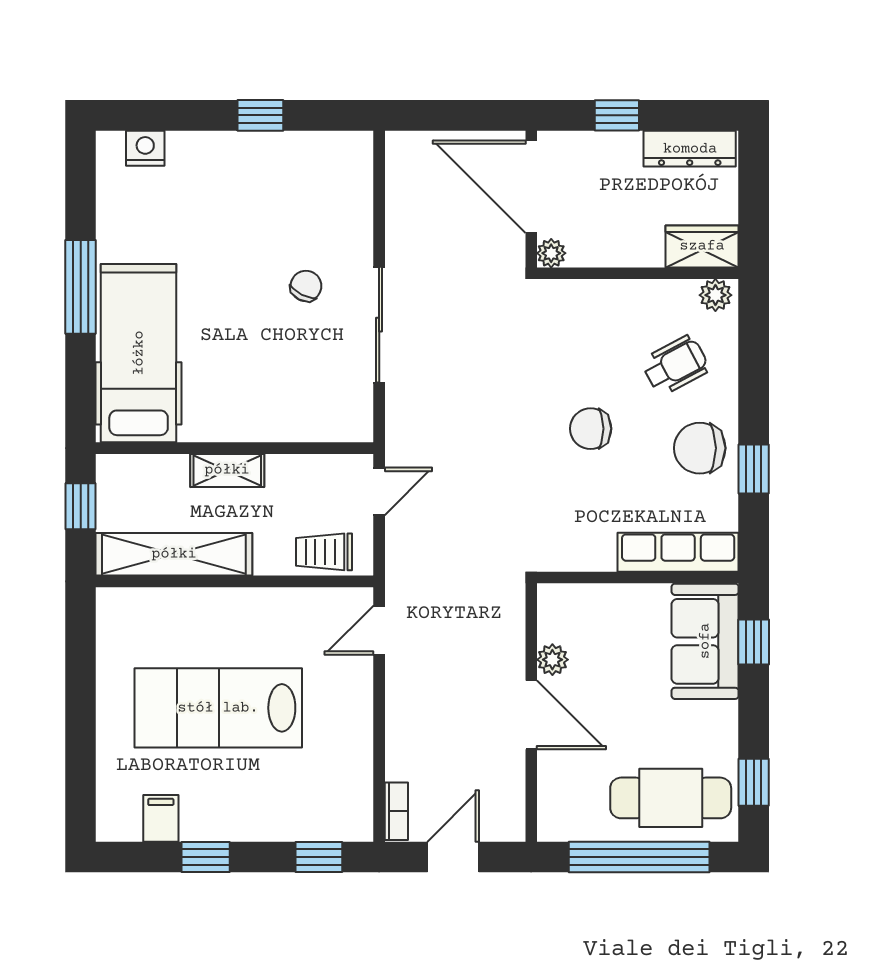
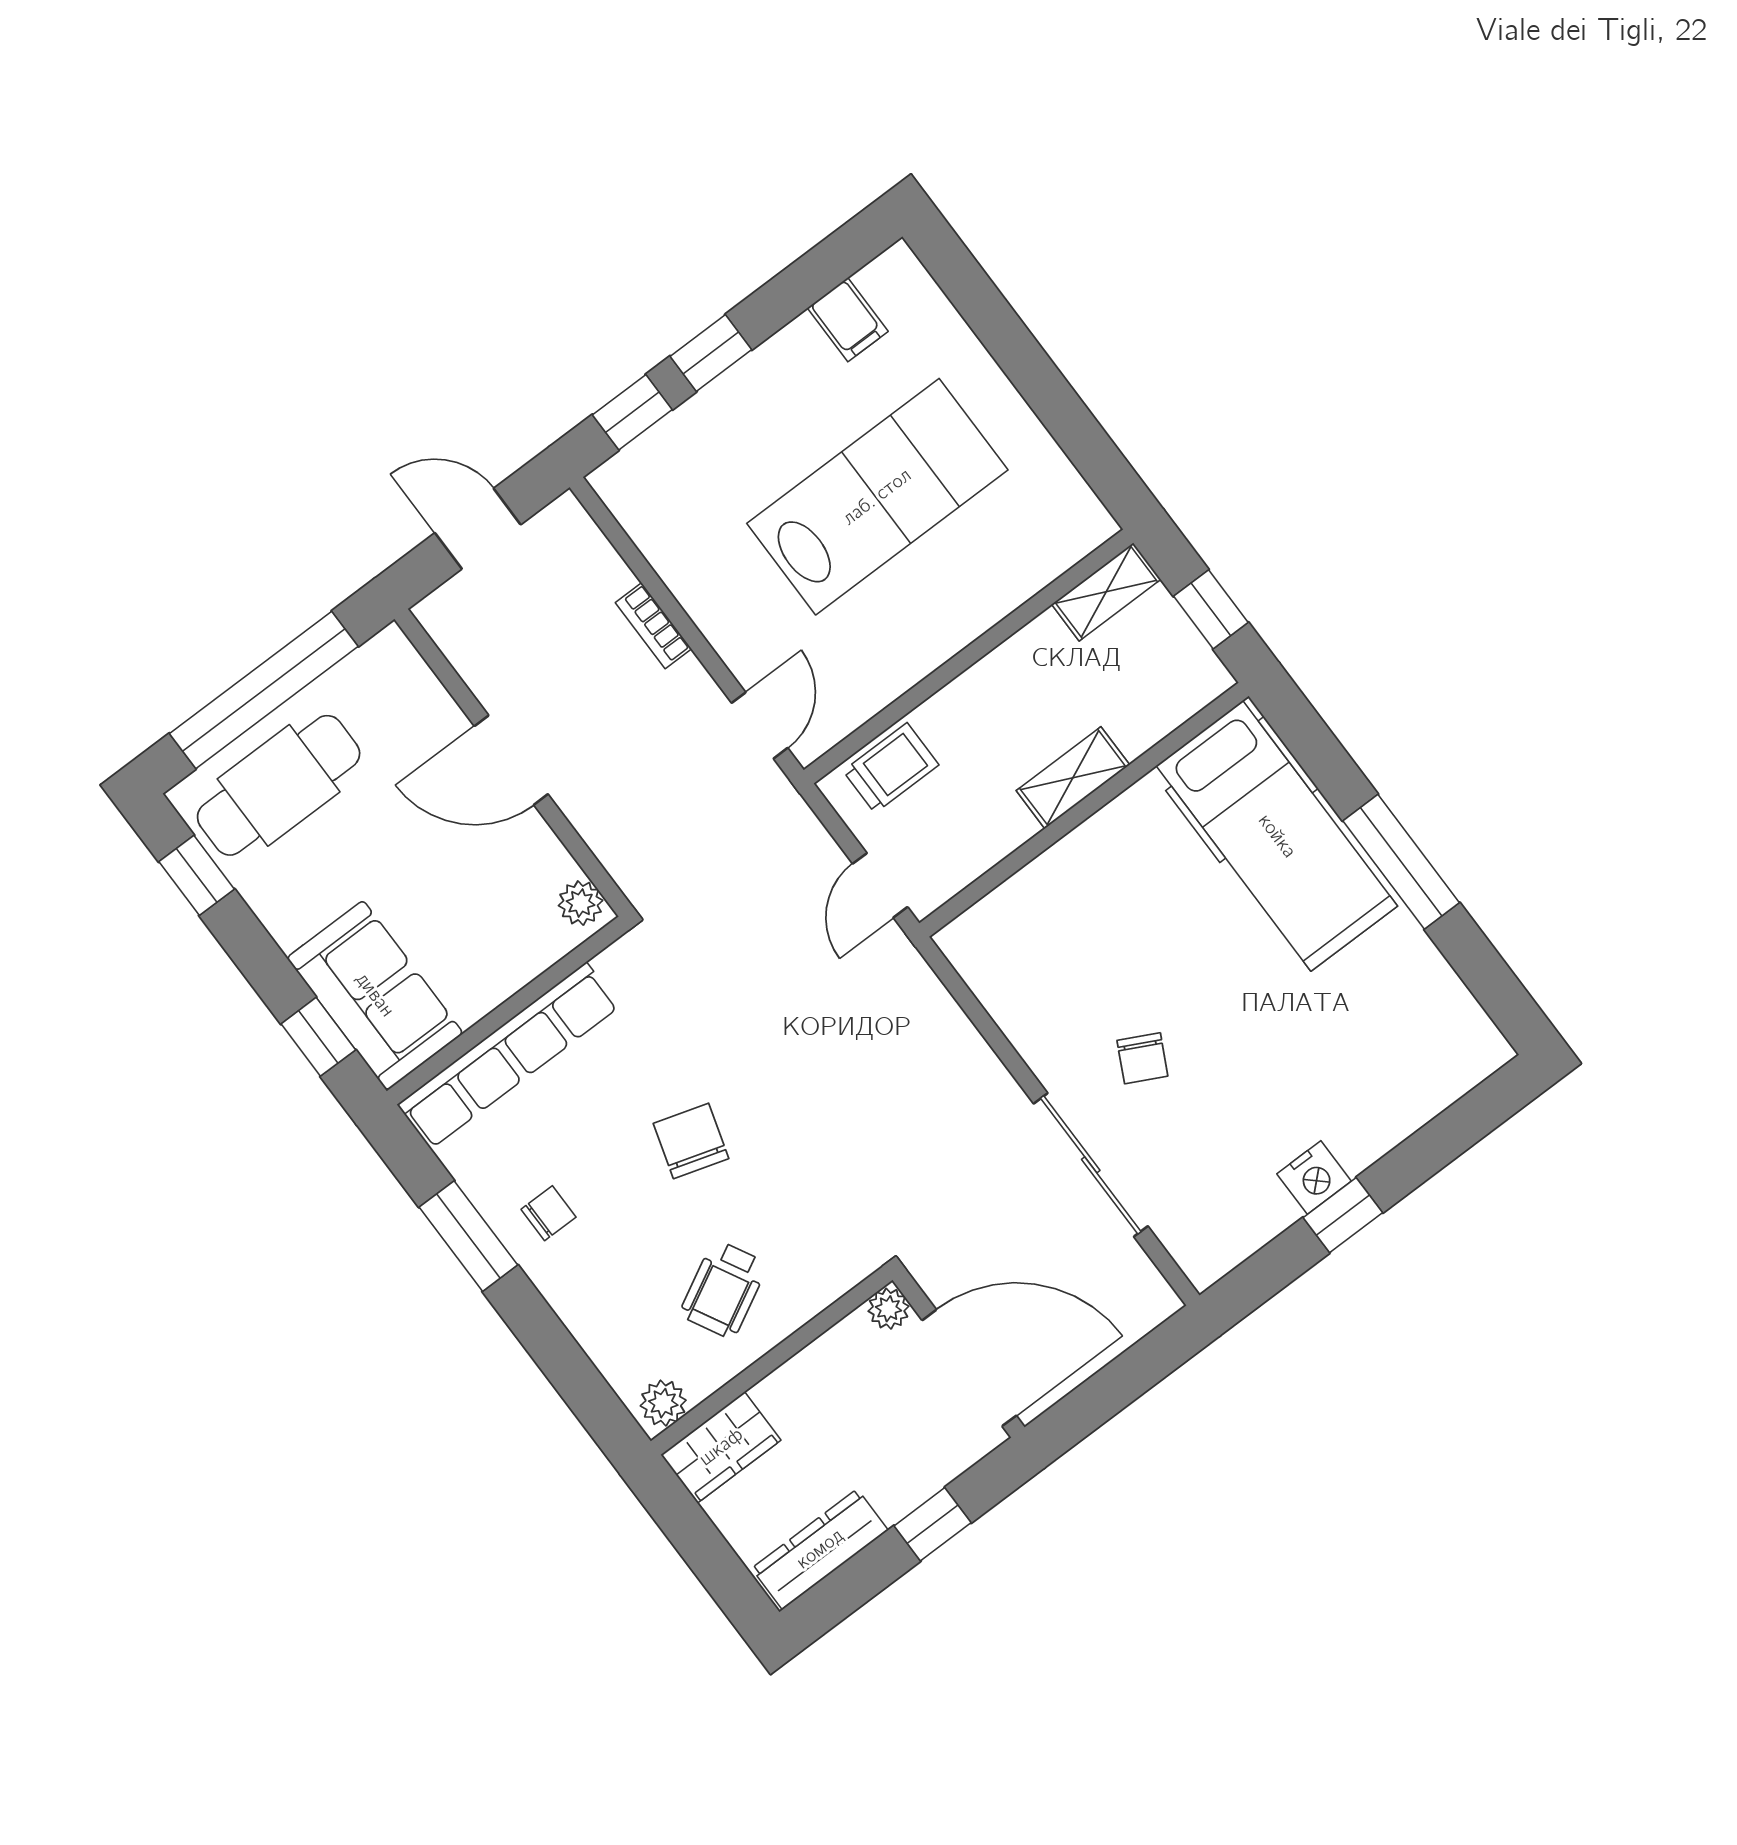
nightstand: (145, 148) -> (1314, 1177), moved
sliding door: (379, 325) -> (1091, 1165), moved
wheelchair: (675, 365) -> (724, 1289), moved
chair: (591, 429) -> (691, 1141), turned -73
chair: (700, 448) -> (549, 1213), width x0.54, depth x0.54
window: (754, 469) -> (468, 1236), width x1.50
row of seats: (678, 552) -> (508, 1055), width x1.36
shelving: (174, 554) -> (1106, 592), width x0.45, depth x0.75
plant: (552, 660) -> (581, 903), moved
bookcase: (396, 811) -> (653, 626), moved
window: (206, 857) -> (711, 353), moved
door: (453, 857) -> (478, 529), swing flipped

